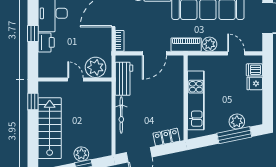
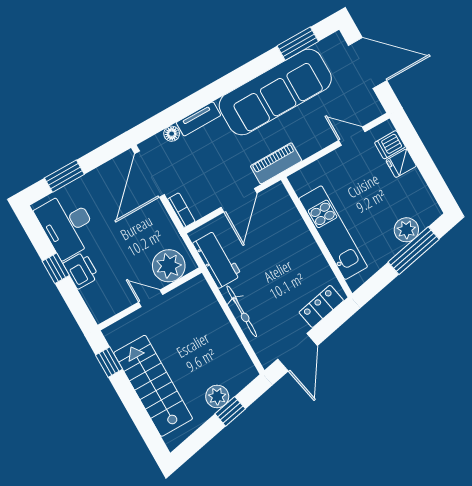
plant: (209, 44) -> (308, 144), removed

